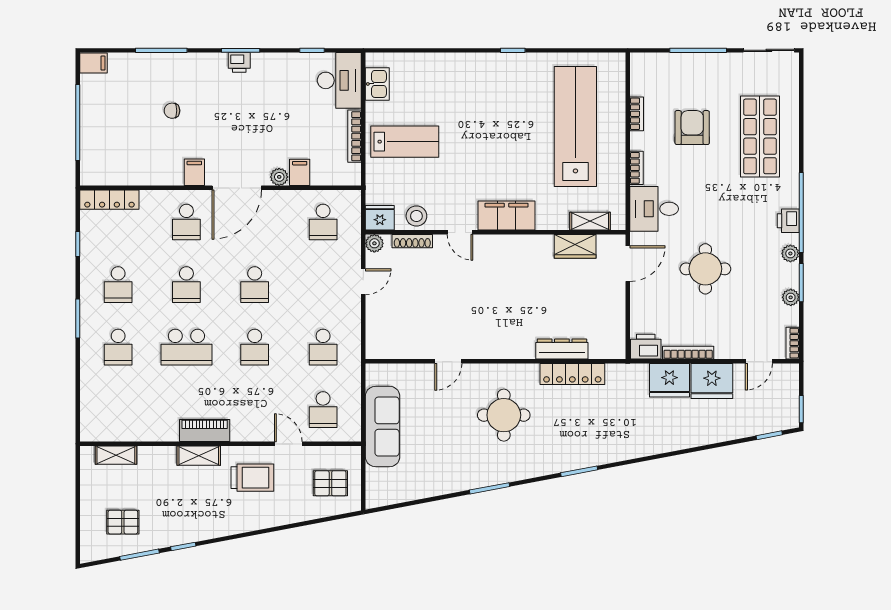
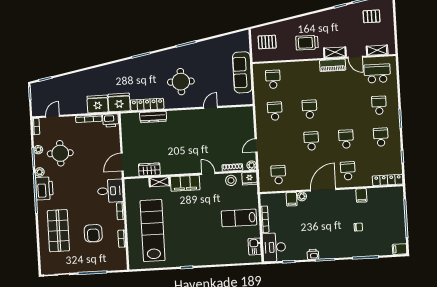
printer: (239, 62) -> (313, 254), moved
lab bench: (575, 126) -> (153, 231), turned 180
filing cabinet: (194, 172) -> (361, 195), moved
shelving: (590, 221) -> (159, 182), moved
printer: (788, 221) -> (44, 188), width x1.87, depth x1.48
round table: (705, 269) -> (60, 153), moved
school desk: (186, 347) -> (377, 73), moved
fridge: (712, 381) -> (119, 102), moved
door: (288, 444) -> (355, 57), moved

